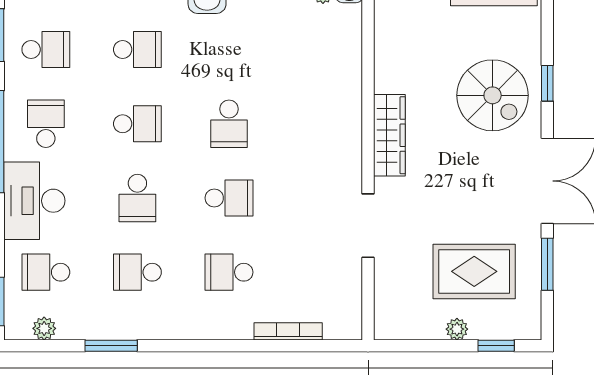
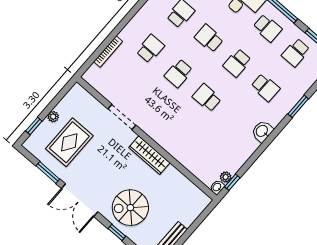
school desk: (137, 50) -> (265, 87), turned -90

